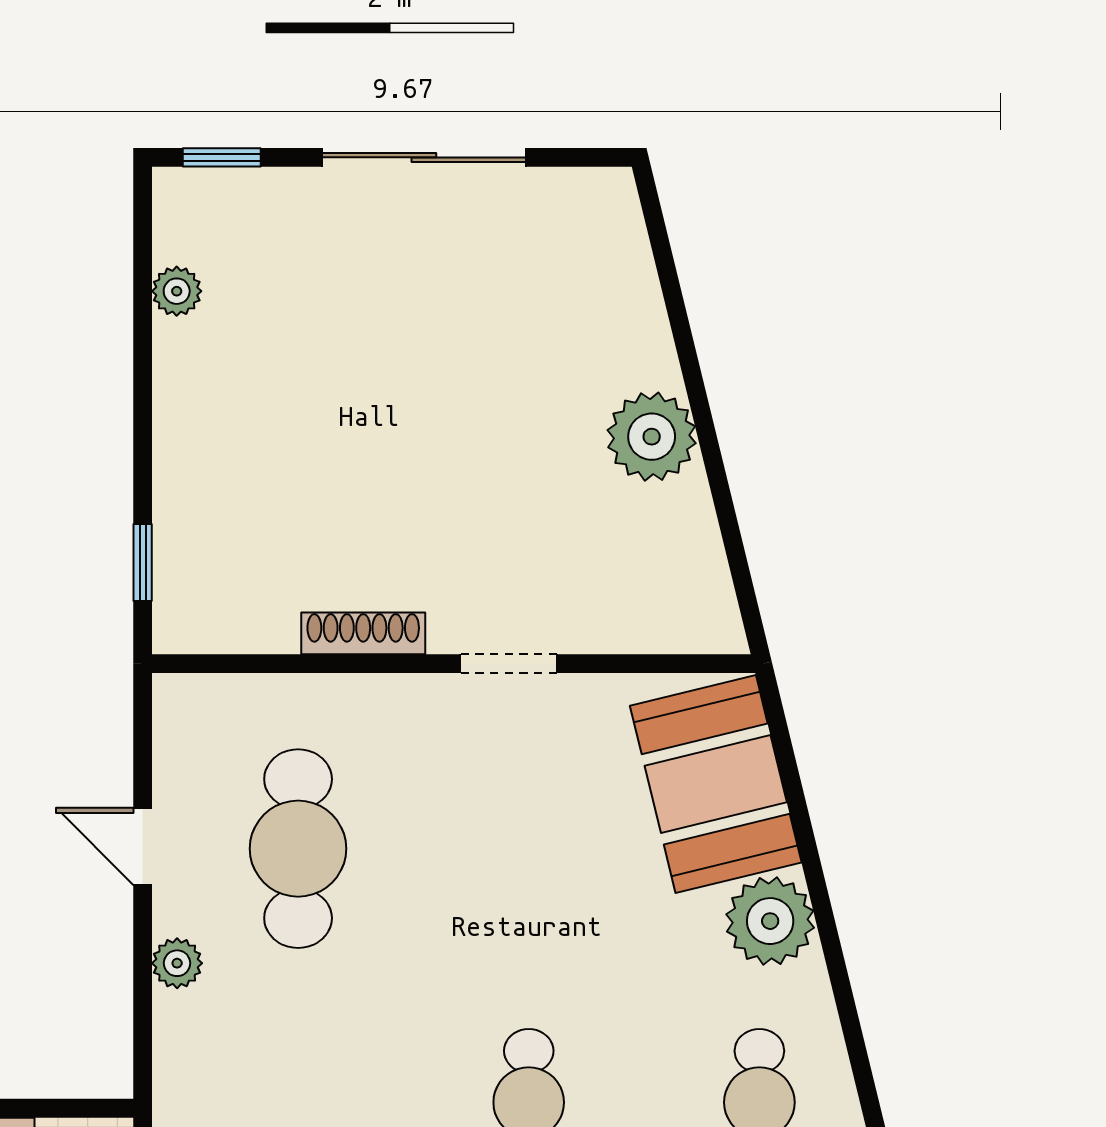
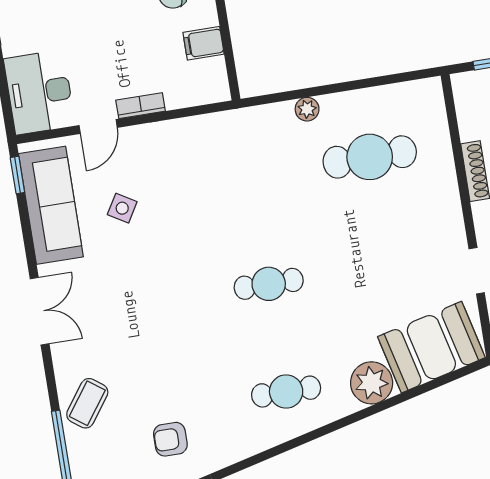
doorway: (509, 664) -> (477, 271), moved
door: (143, 846) -> (359, 84), removed

